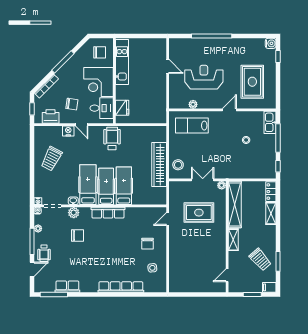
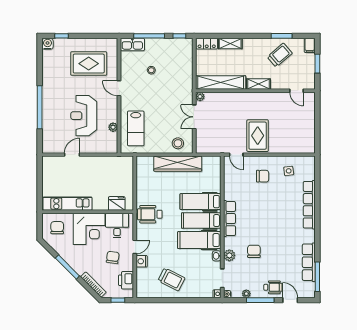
rug: (199, 213) -> (258, 136), moved
row of seats: (67, 287) -> (309, 262), width x1.48

